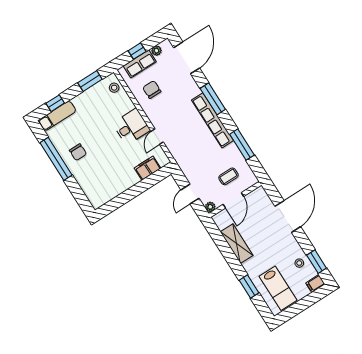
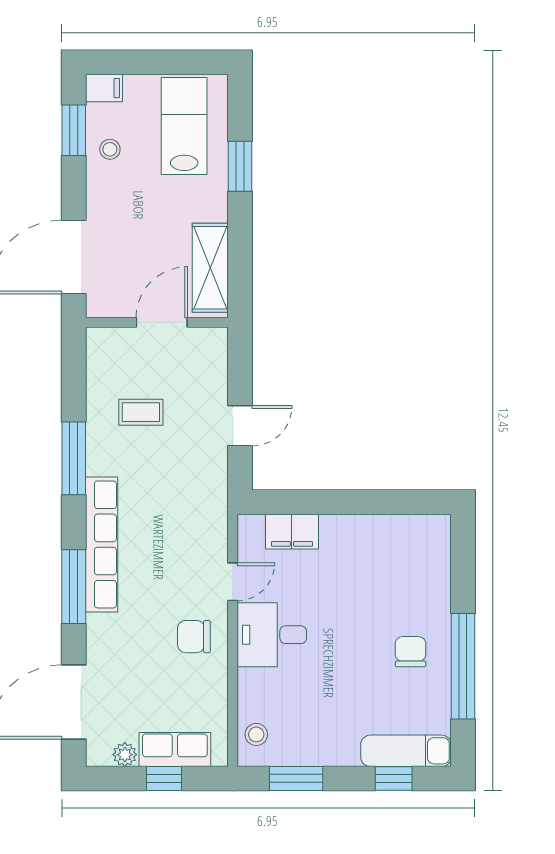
chair: (152, 90) -> (194, 637), moved, turned 90
wall: (235, 199) -> (157, 322), moved
door: (233, 200) -> (162, 322), moved
plant: (210, 207) -> (216, 374), removed

